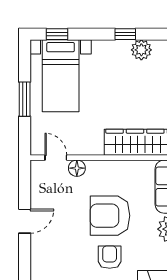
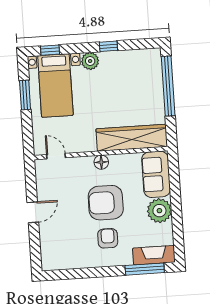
plant: (141, 50) -> (90, 61), moved
window: (25, 99) -> (25, 95), moved
floor lamp: (77, 168) -> (101, 162), moved

